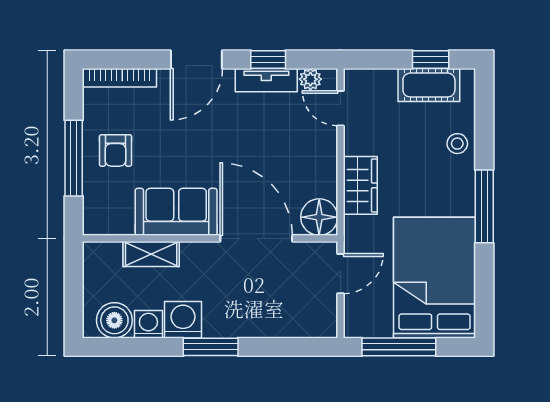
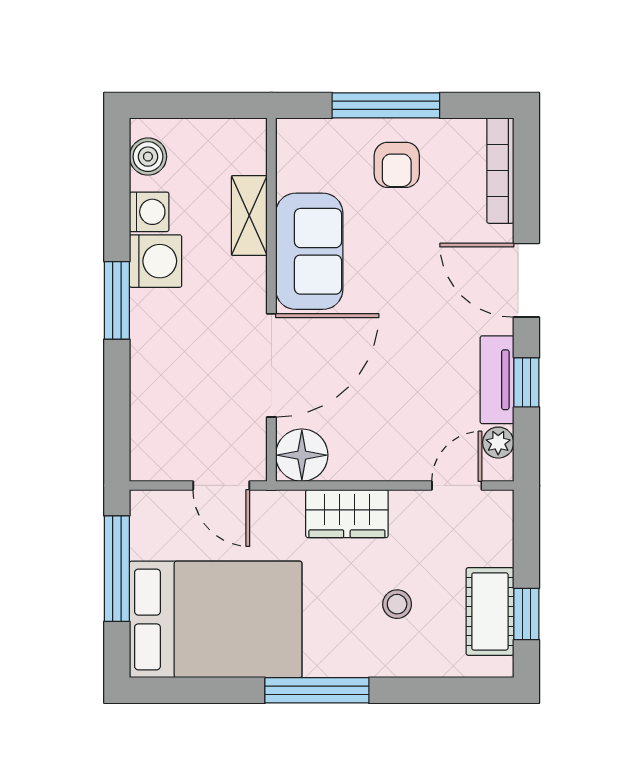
stool: (457, 144) -> (397, 604), moved
armchair: (115, 150) -> (397, 165), turned -90
boiler: (114, 320) -> (148, 157), width x0.73, depth x0.73

